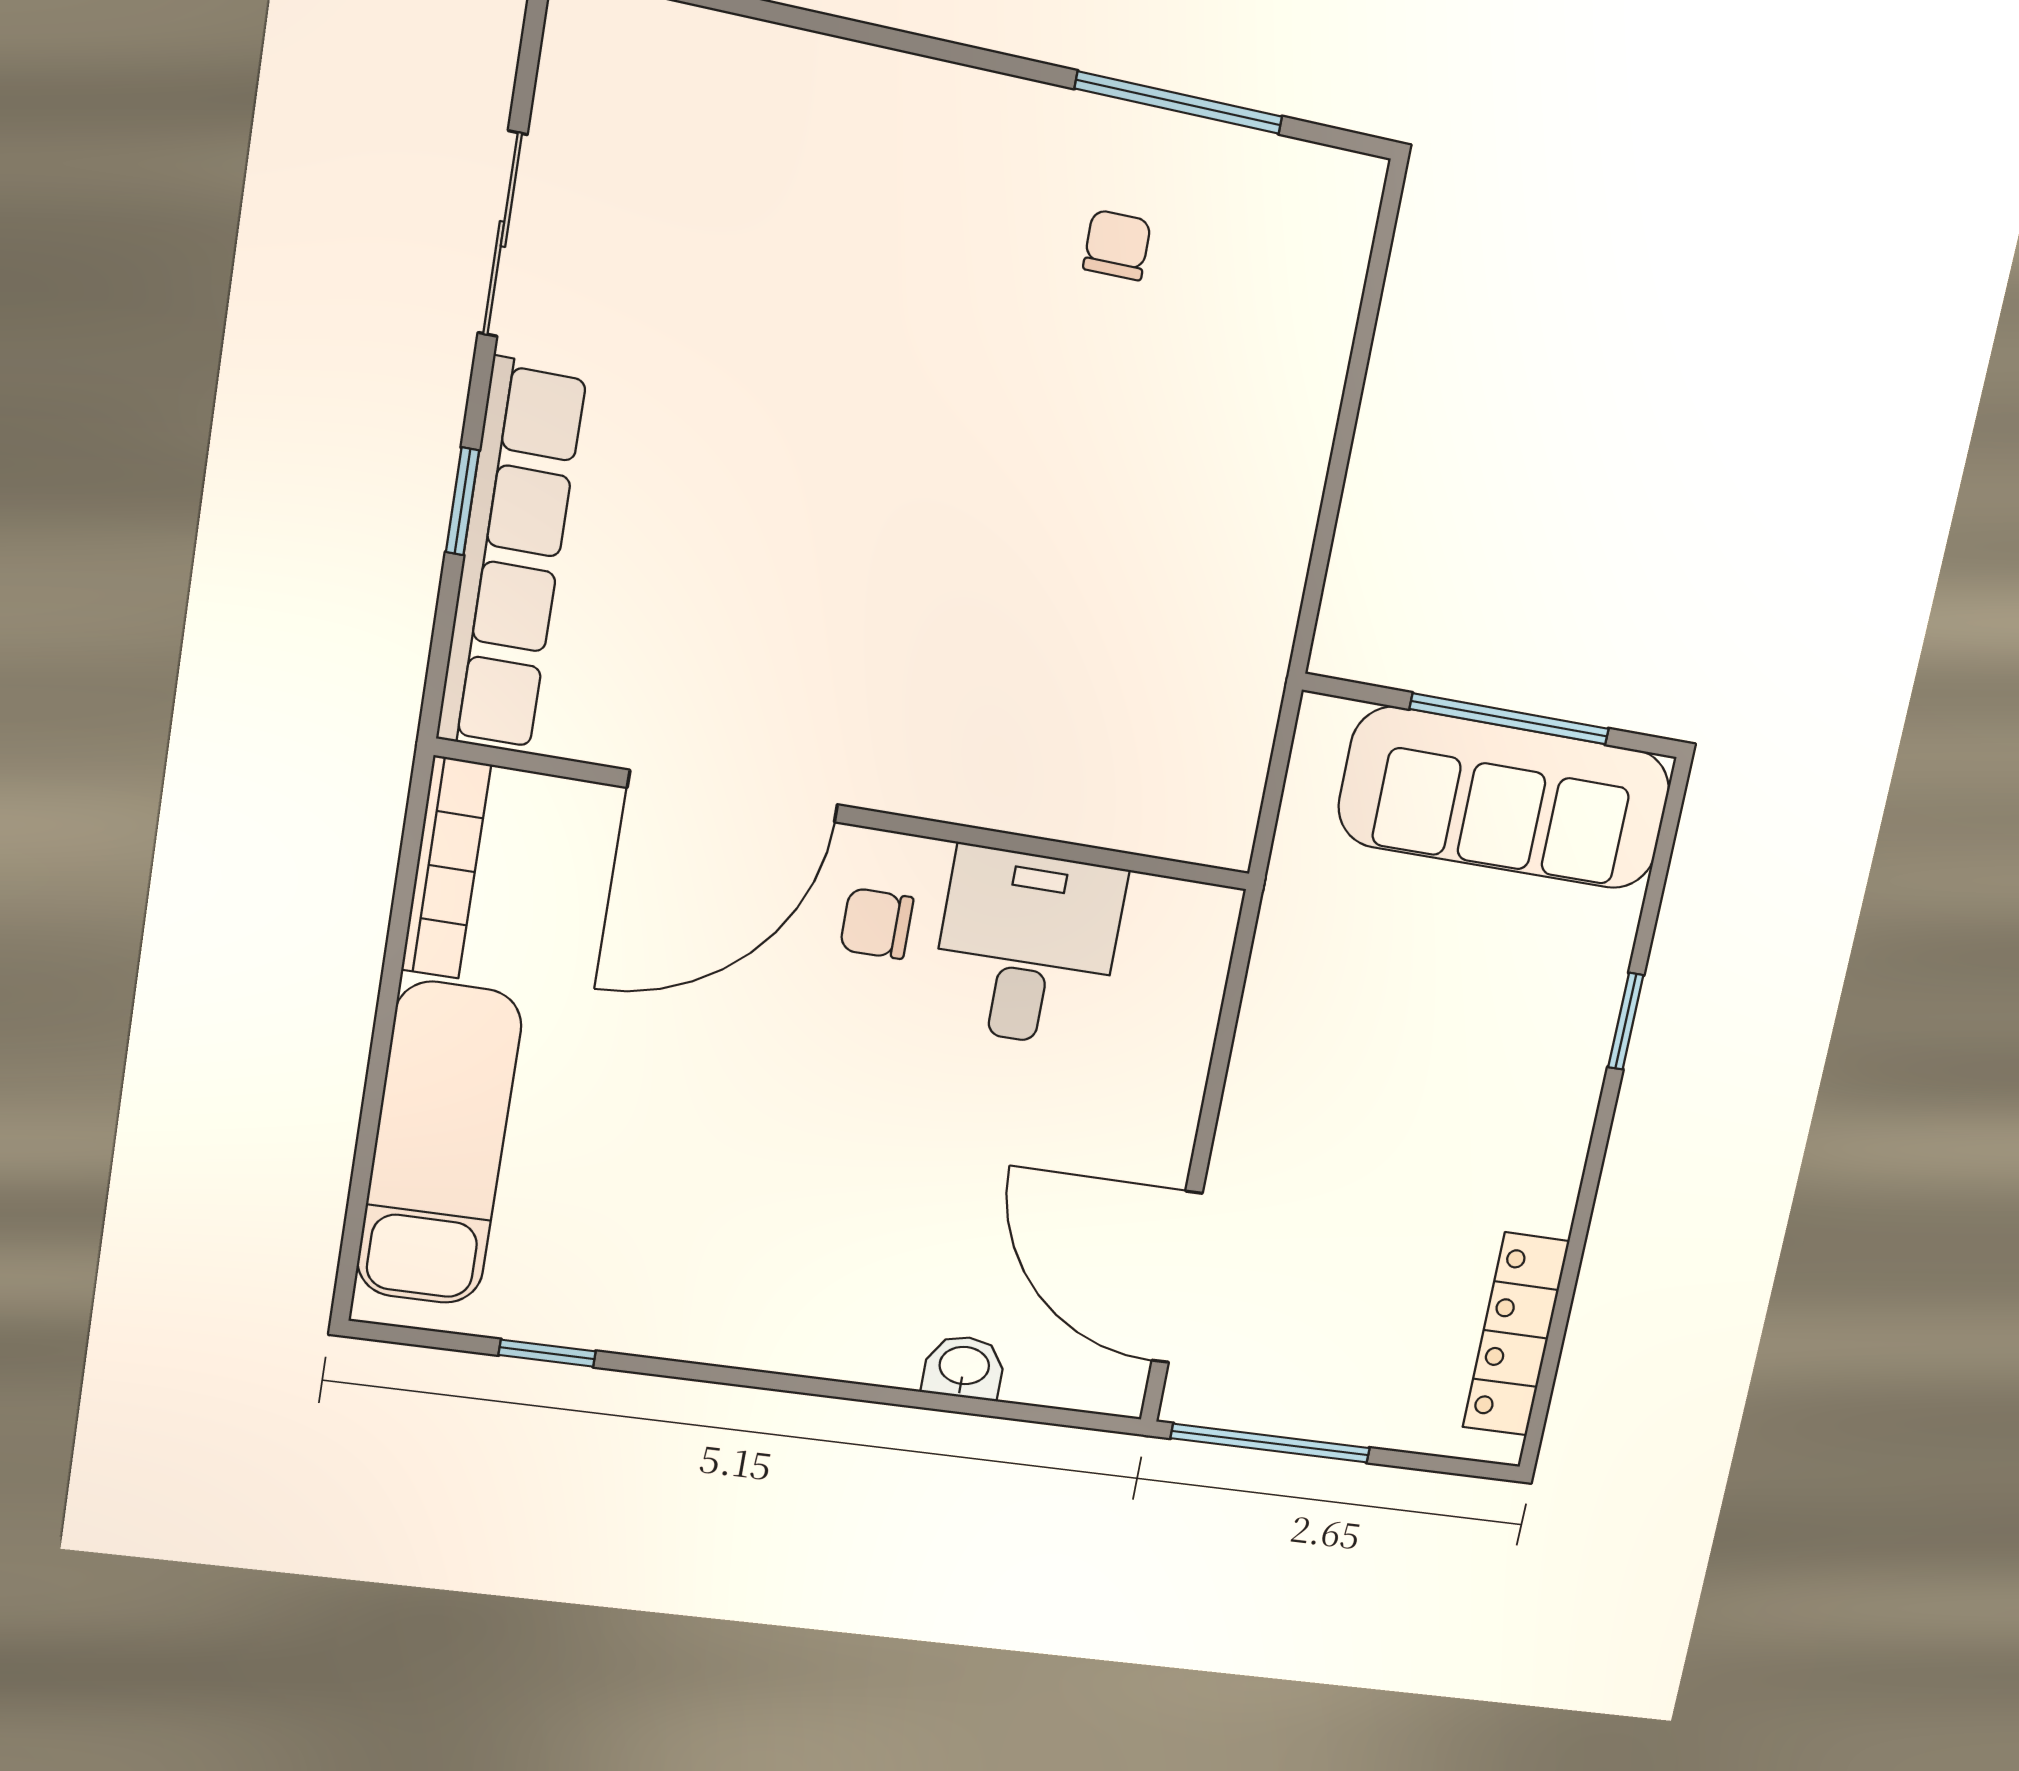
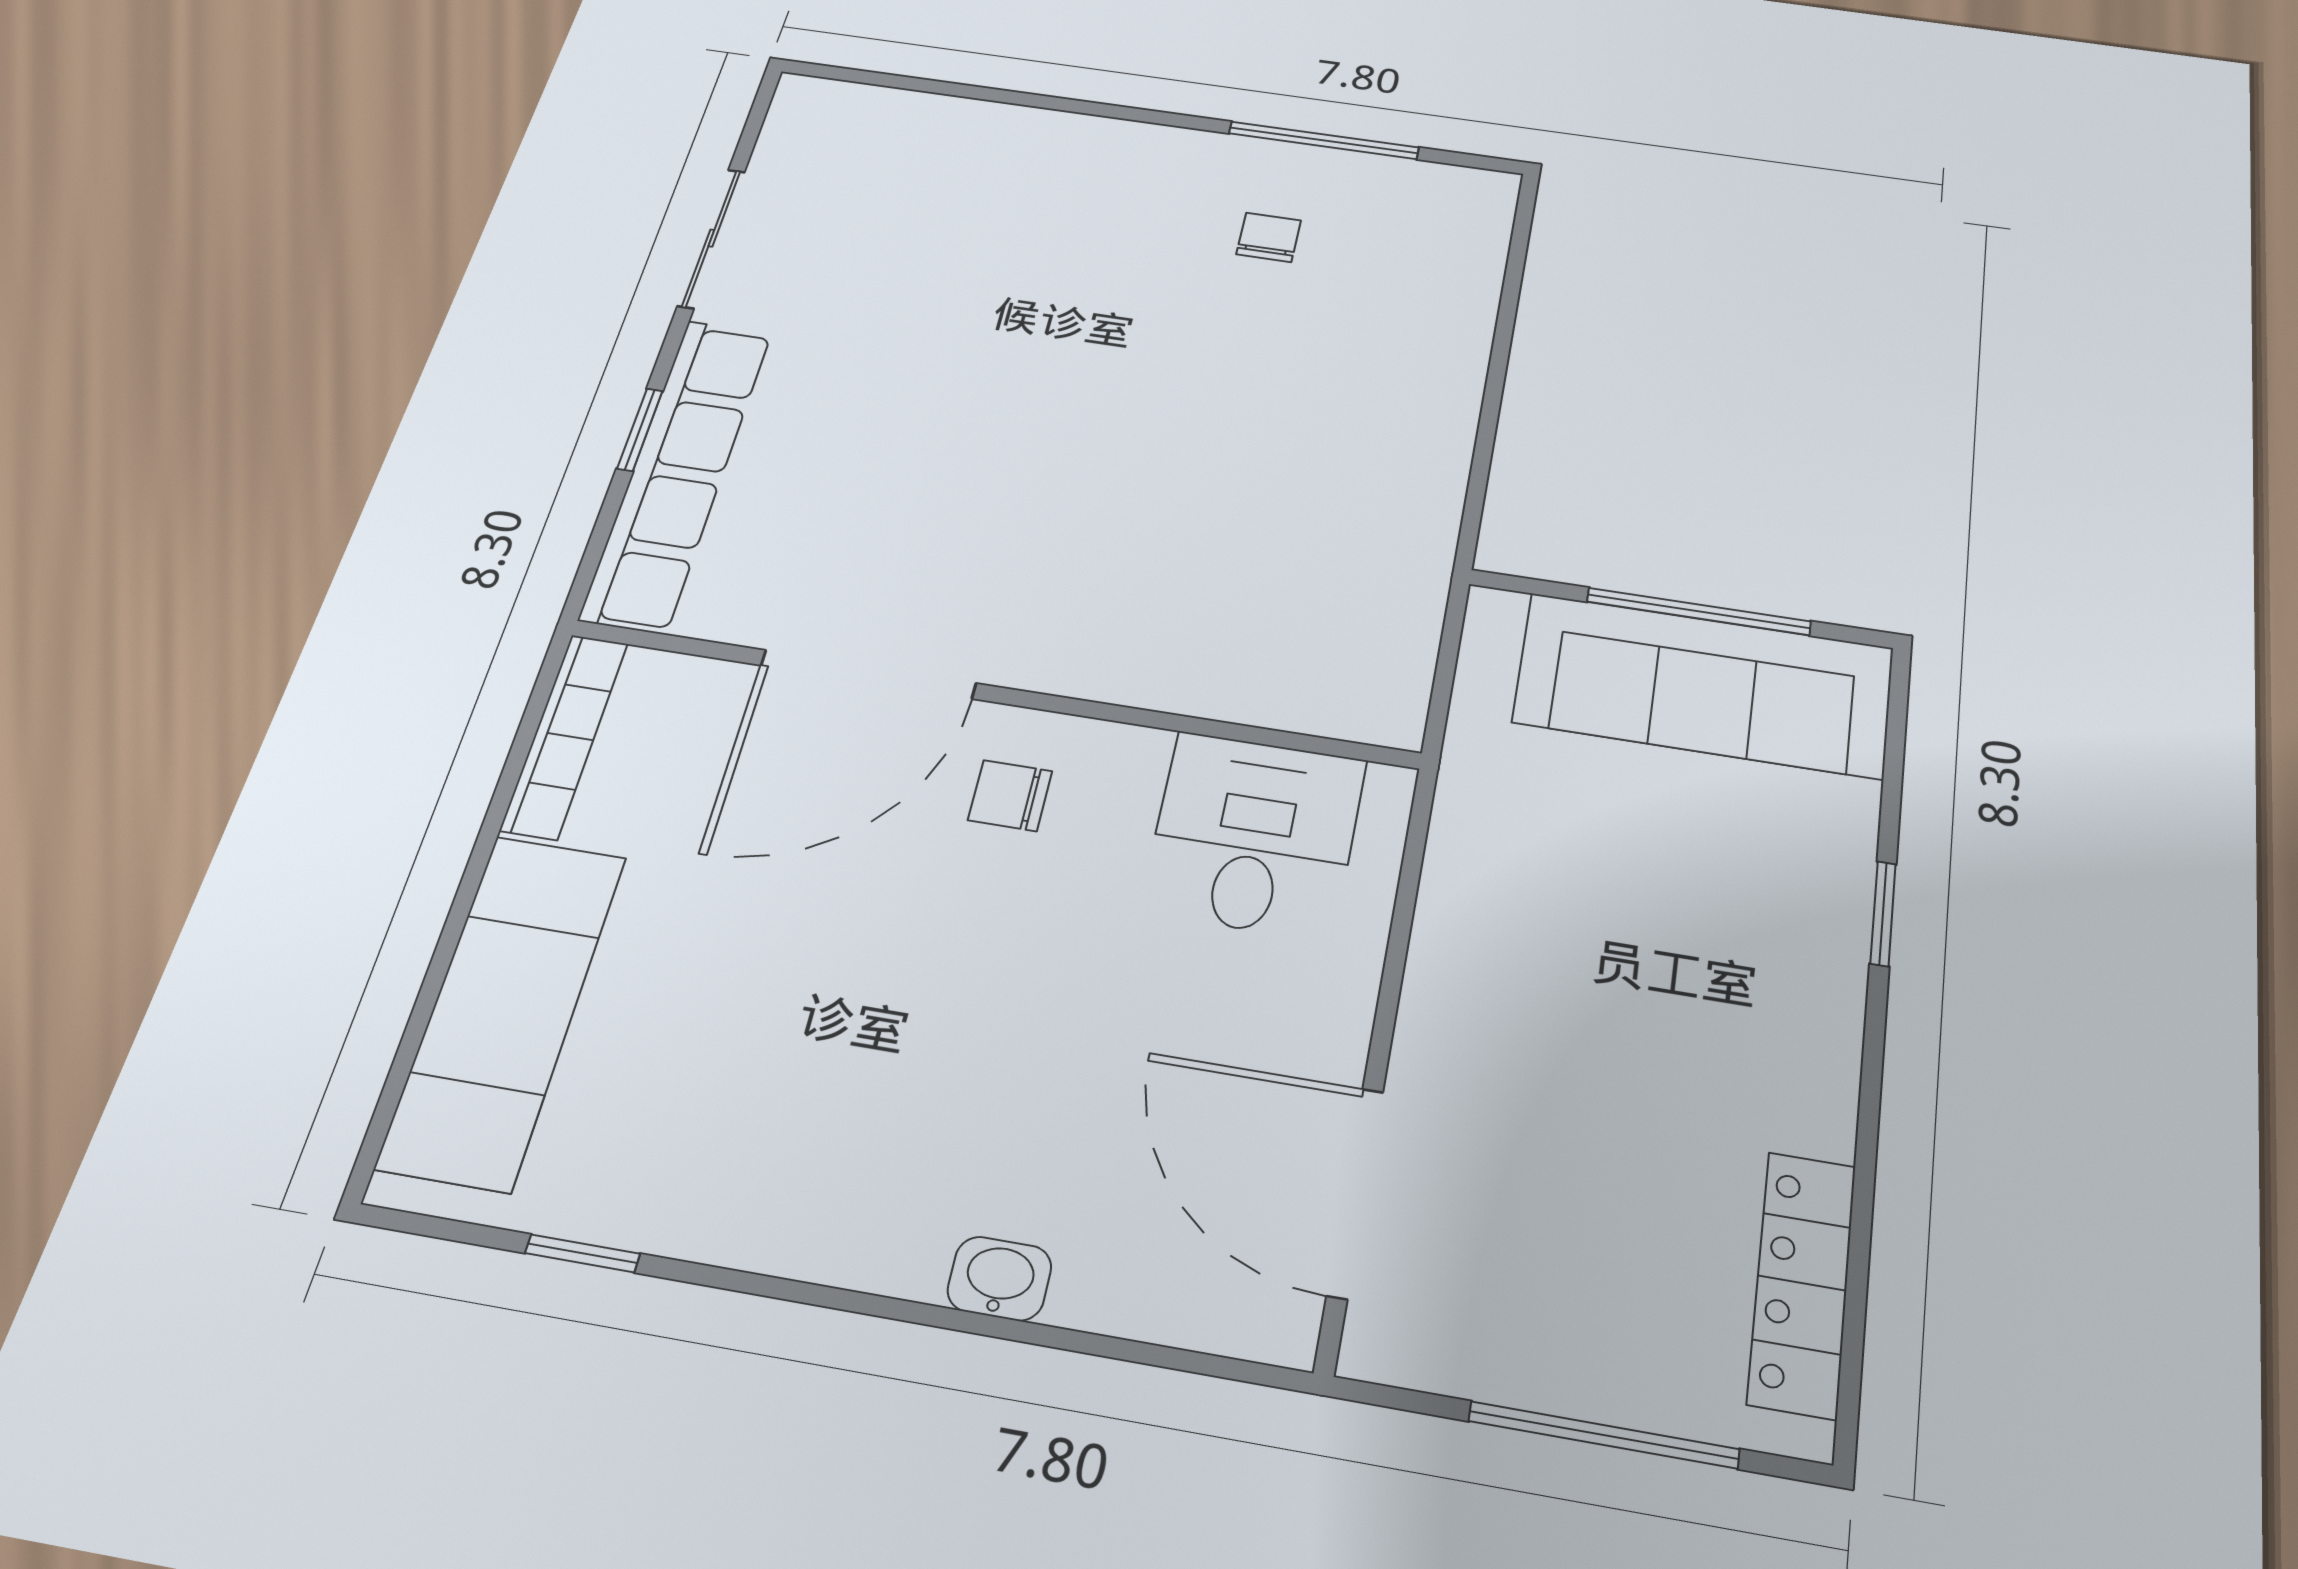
desk: (1027, 947) -> (1254, 835), moved
washbasin: (964, 1367) -> (999, 1279), moved
window: (1271, 1443) -> (1604, 1435), moved

